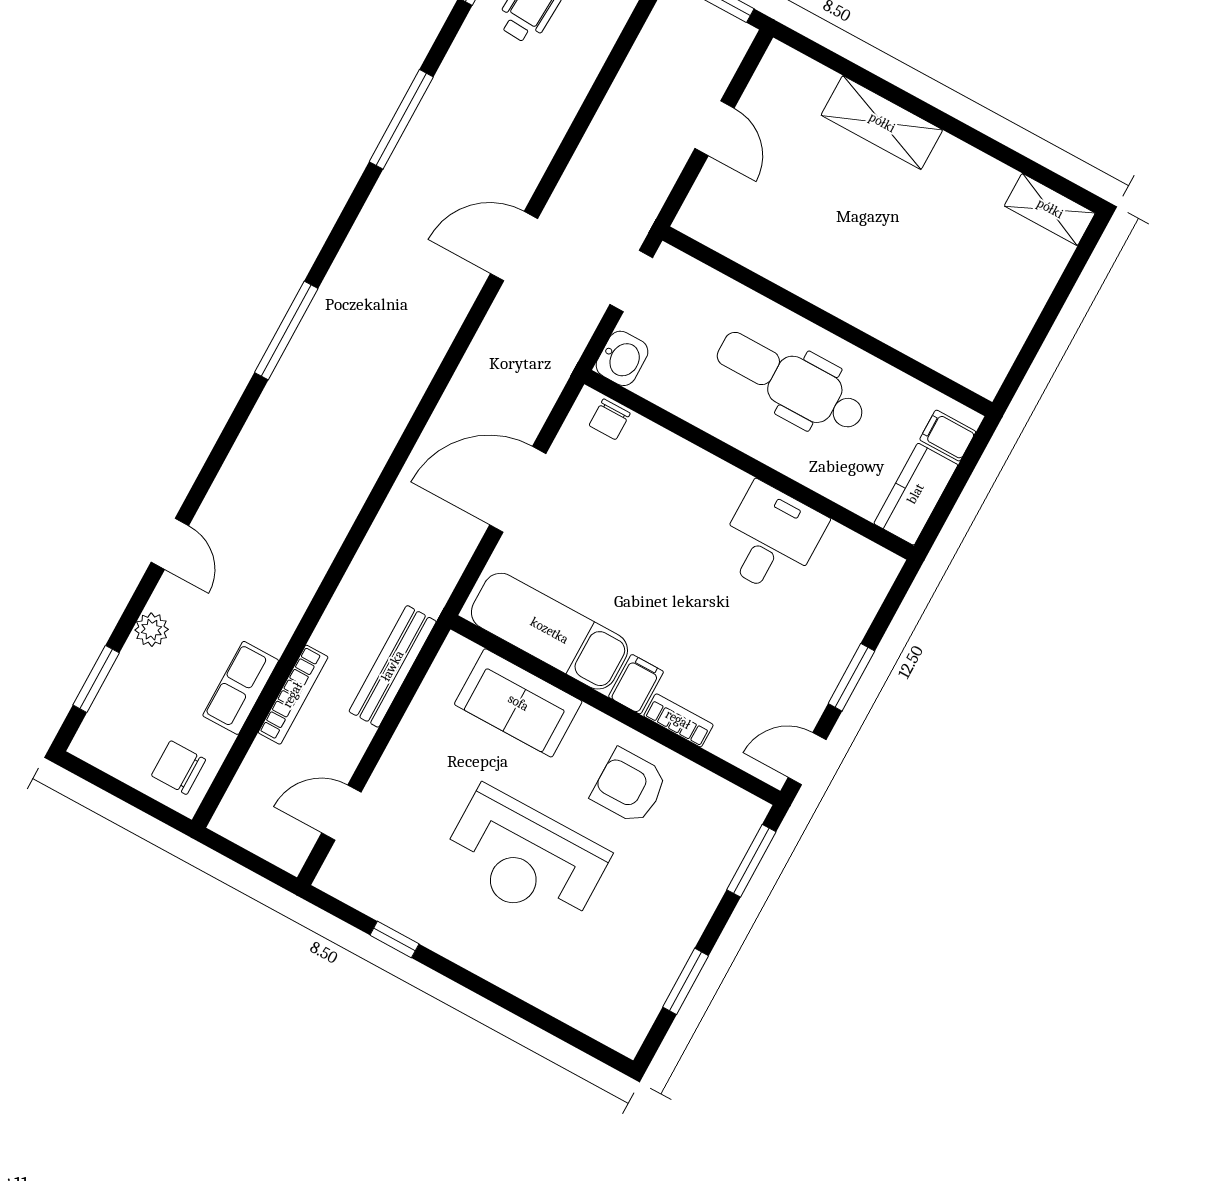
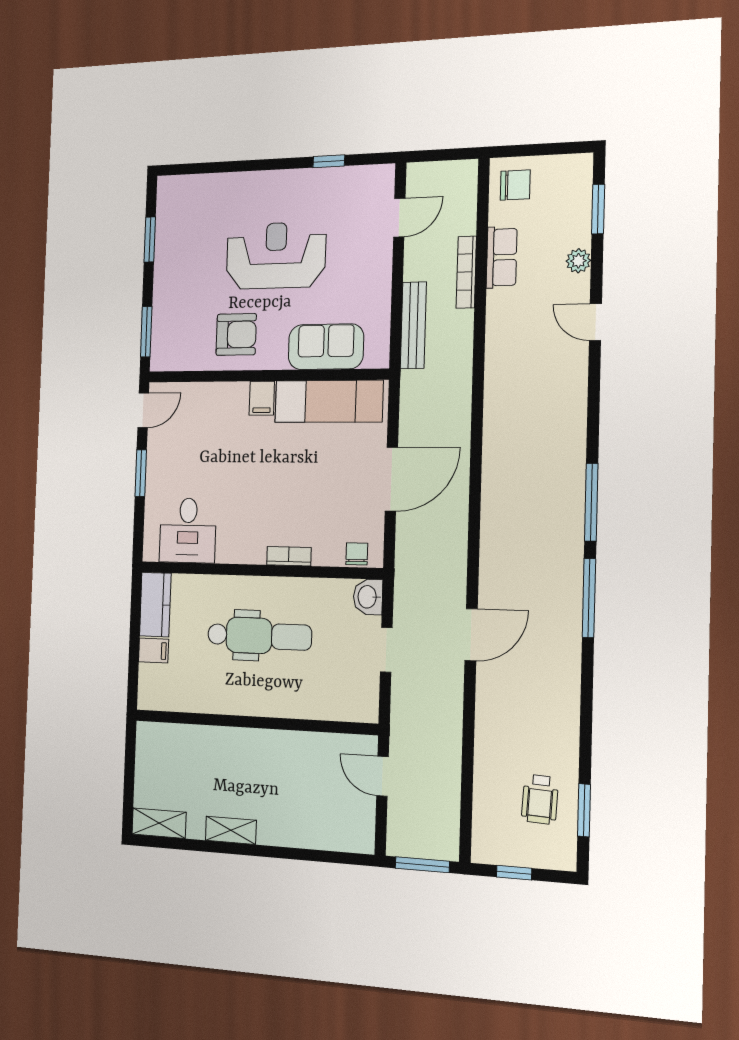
window: (401, 119) -> (589, 598), moved
shelving: (882, 123) -> (231, 830), moved, width x0.67, depth x0.75
wall: (827, 321) -> (254, 722), moved
desk: (771, 539) -> (188, 530), moved
bookcase: (678, 720) -> (289, 556), moved, turned 180

